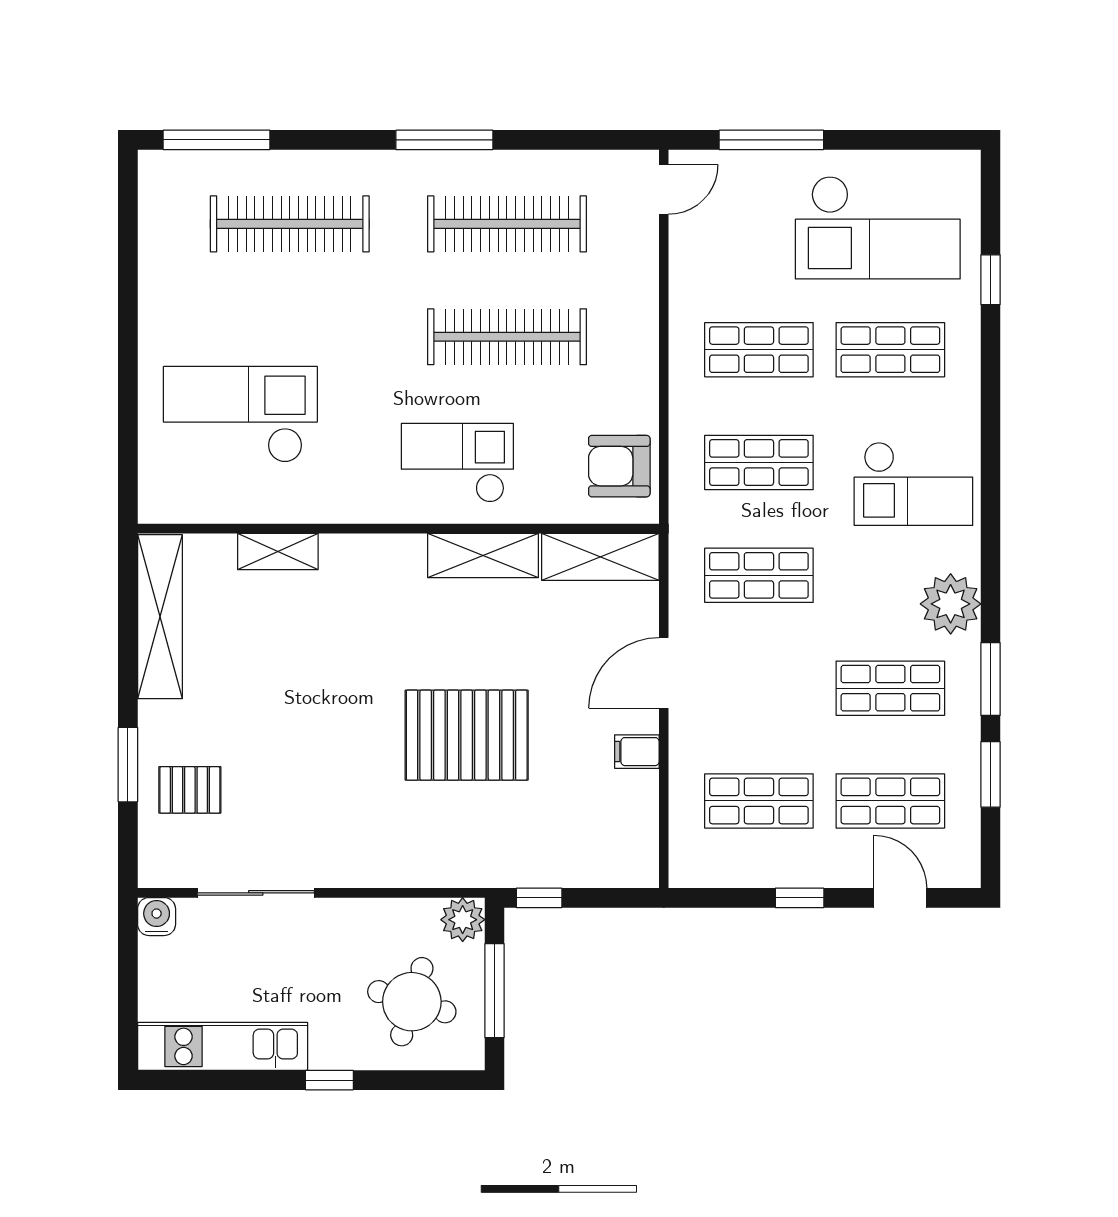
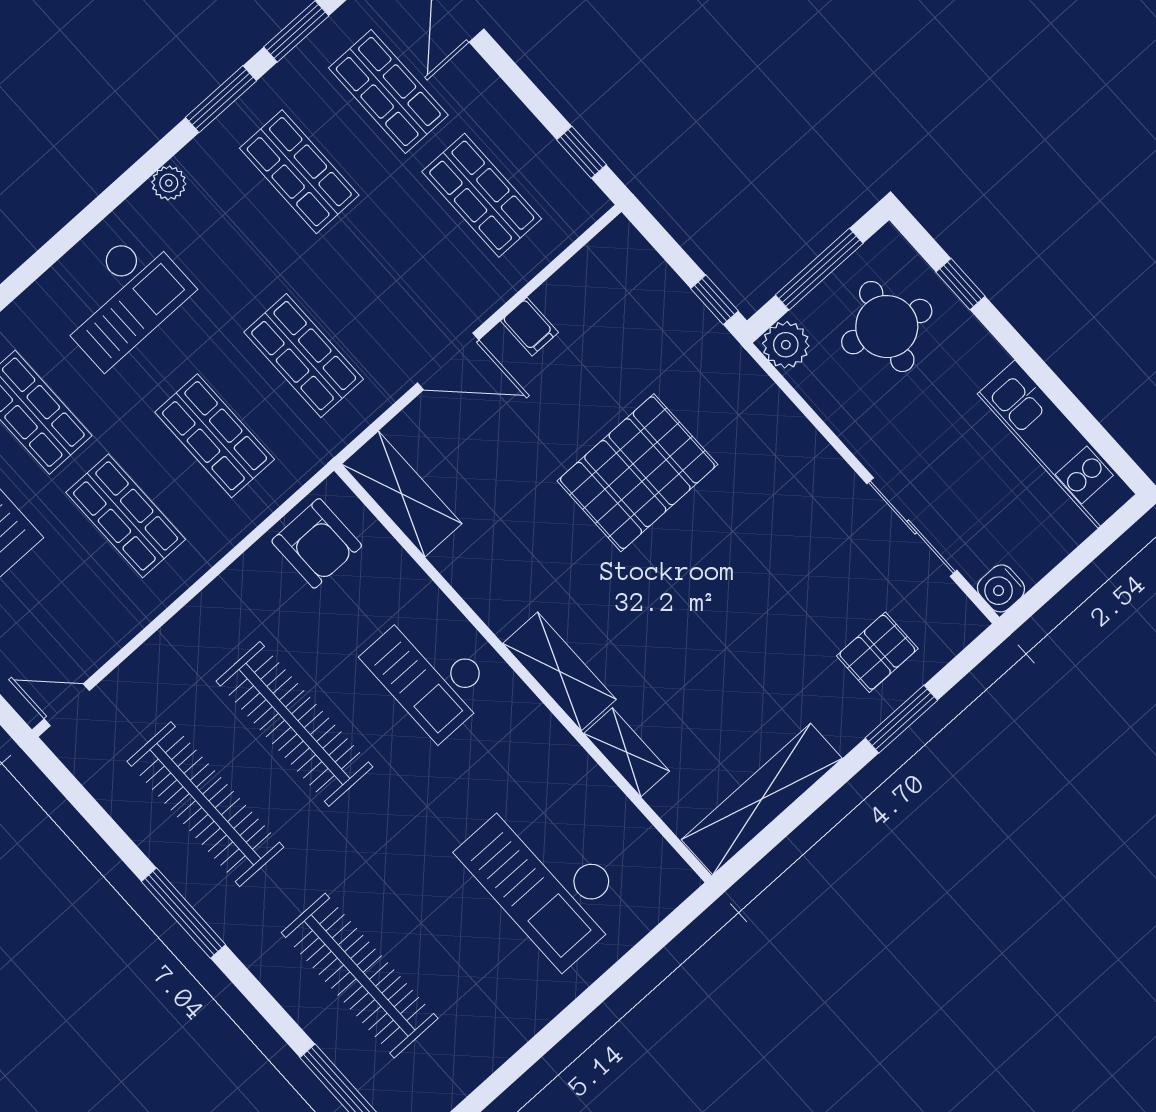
checkout: (913, 484) -> (122, 299), turned 90
shelving: (483, 555) -> (560, 671), moved
plant: (951, 604) -> (169, 183), width x0.53, depth x0.53
pallet: (467, 735) -> (637, 473), turned 90
pallet: (190, 790) -> (877, 652), turned 90
window: (800, 898) -> (582, 152), moved
window: (329, 1080) -> (961, 284), moved

